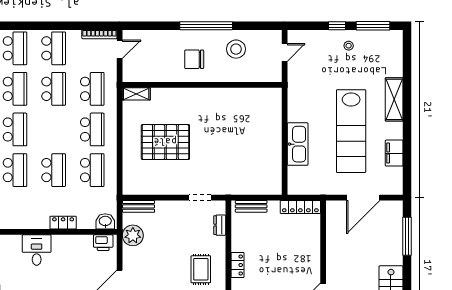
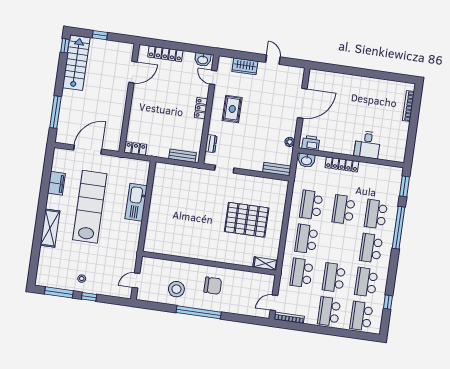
locker: (300, 207) -> (136, 148), width x0.66
locker: (63, 223) -> (342, 164), width x1.53
plant: (133, 235) -> (290, 142), width x0.53, depth x0.53

